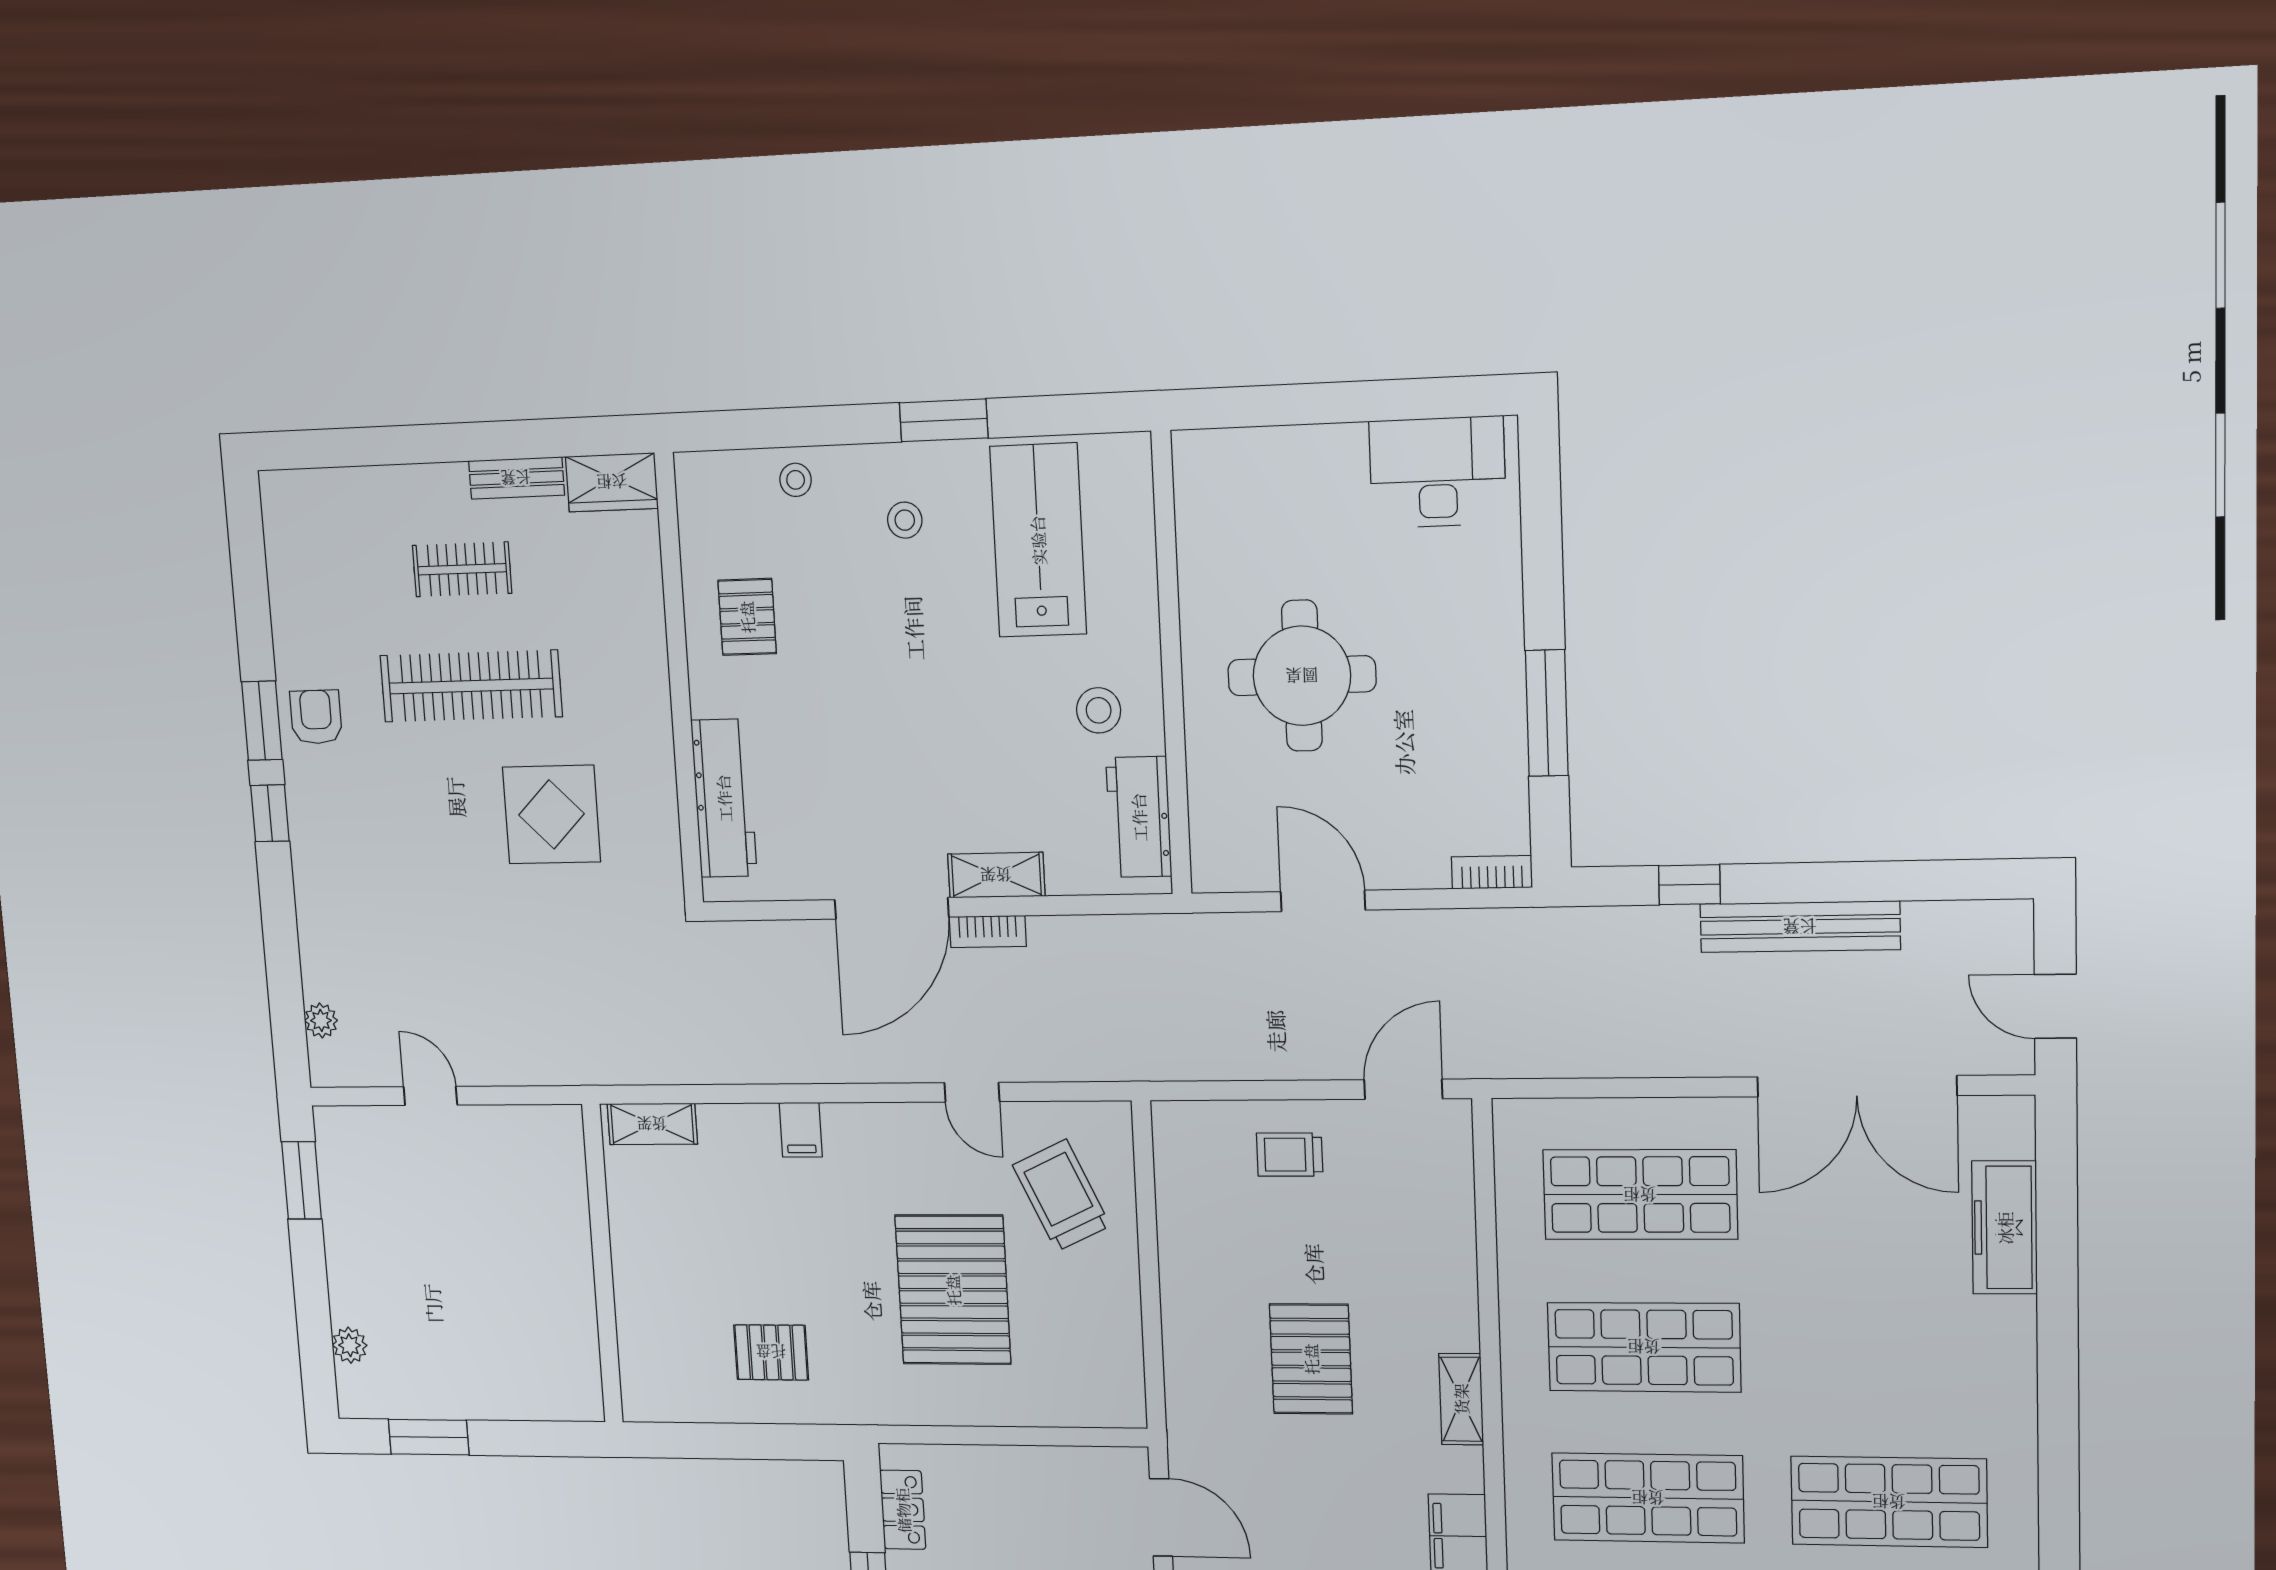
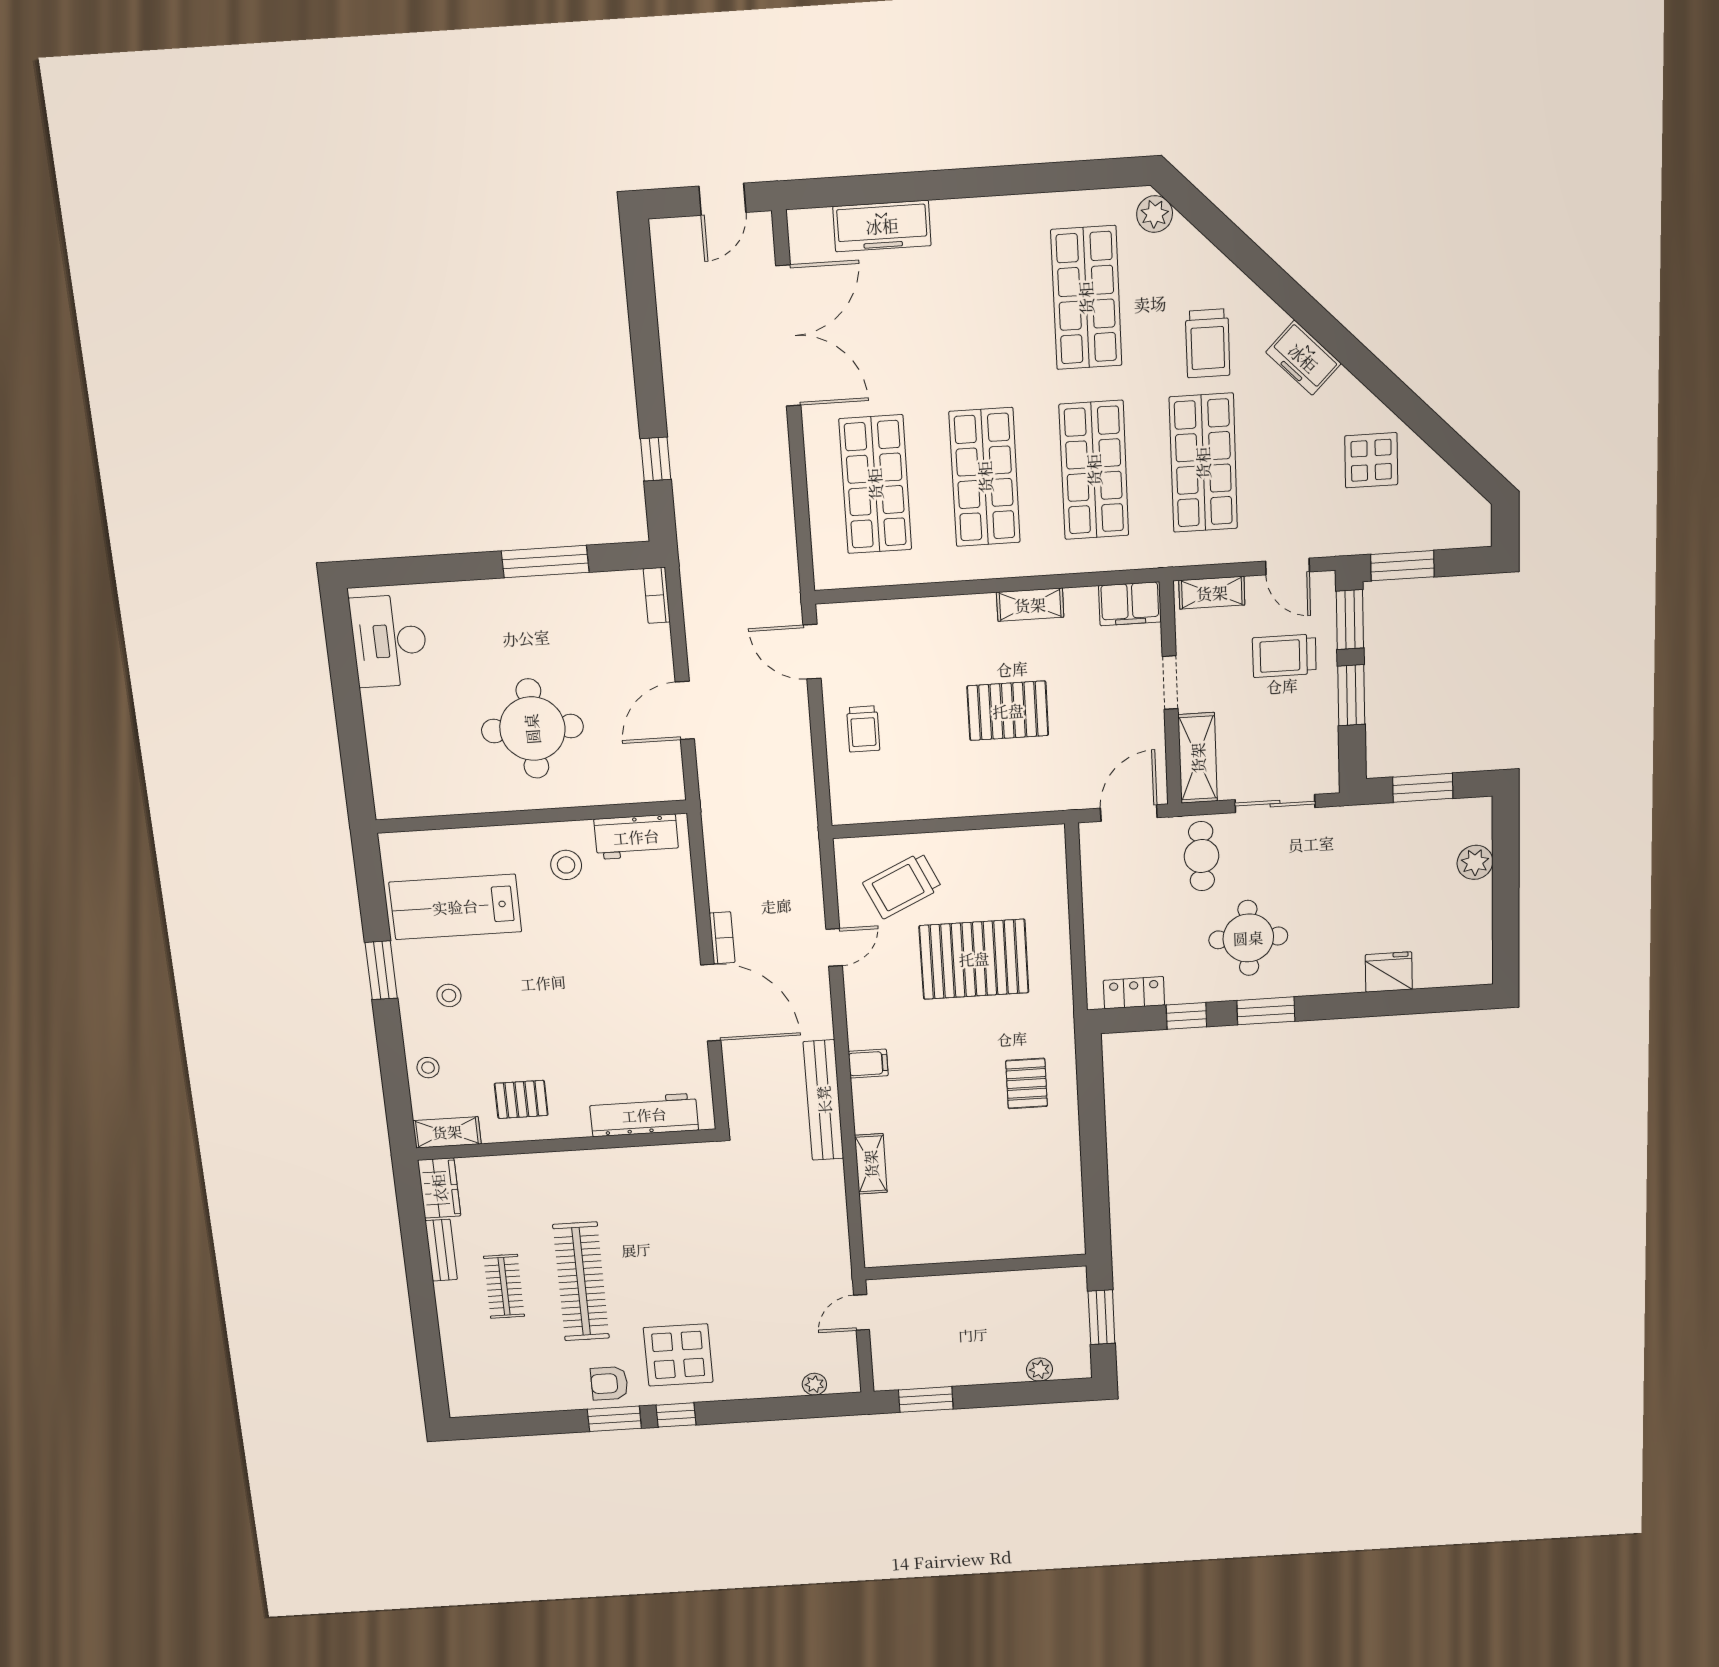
display table: (552, 814) -> (678, 1355), moved
shelving: (996, 875) -> (447, 1132), moved, turned 90
bench: (1800, 927) -> (824, 1100), moved
wall: (602, 1264) -> (976, 1267), moved

